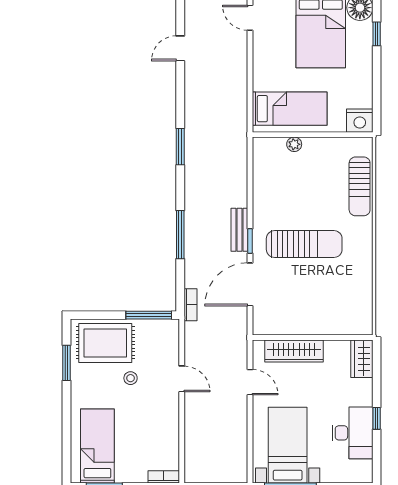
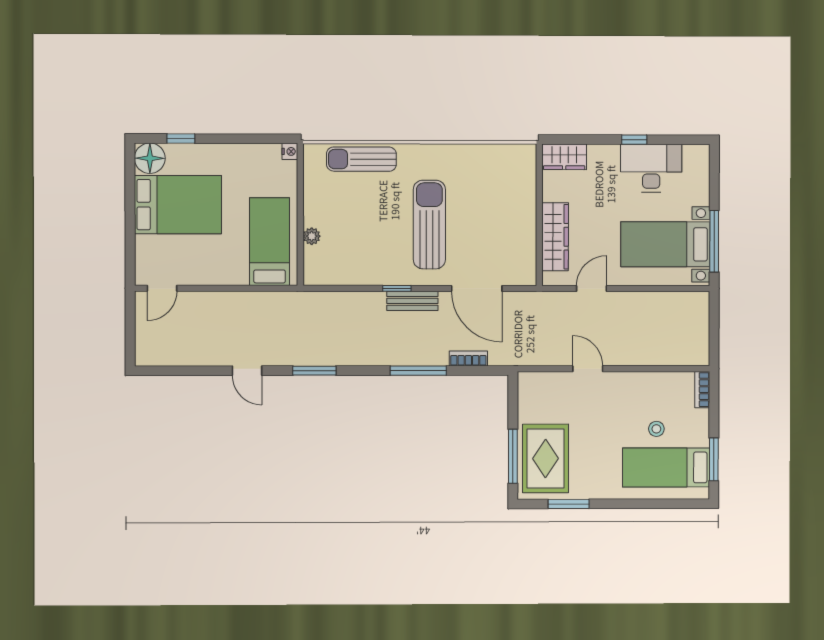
door: (180, 48) -> (247, 371), moved
nightstand: (360, 121) -> (290, 151), width x0.53, depth x0.56
sun lounger: (360, 186) -> (361, 159), turned 180
window: (250, 241) -> (397, 288), moved
bookcase: (190, 305) -> (468, 358), moved
window: (149, 315) -> (513, 456), moved
stool: (131, 378) -> (656, 429), moved
door: (182, 379) -> (588, 369), hinge flipped

